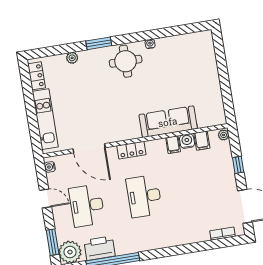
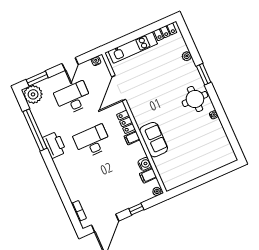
sofa: (168, 122) -> (154, 140), width x0.73
filing cabinet: (173, 145) -> (132, 138), moved
printer: (100, 248) -> (54, 145), moved

